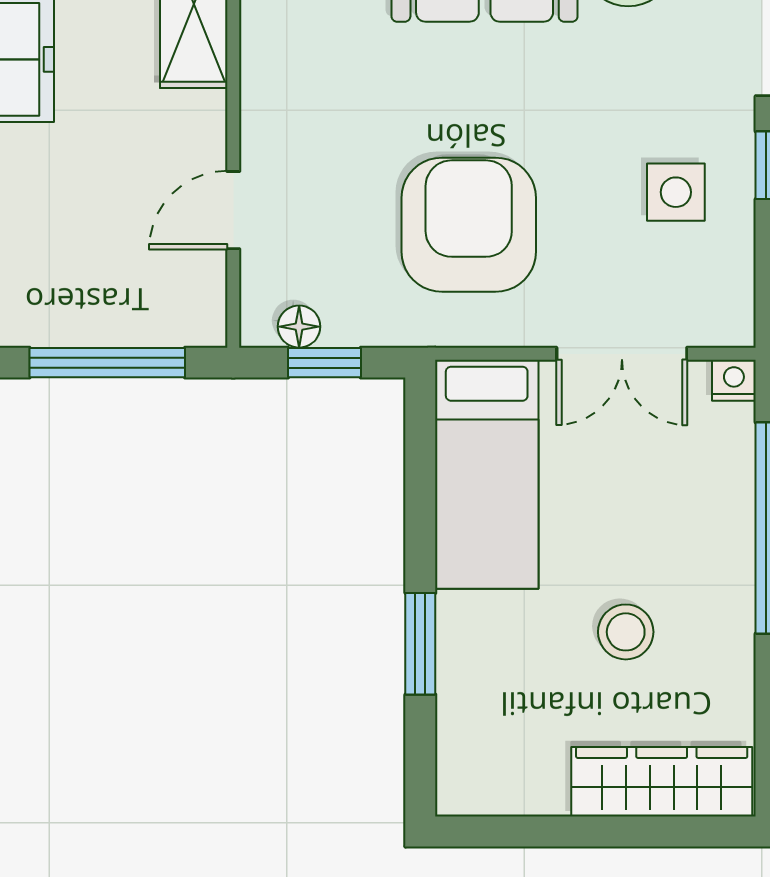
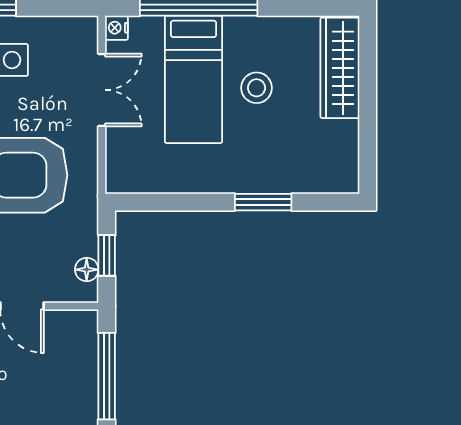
bed: (487, 474) -> (194, 79), moved, turned 90

